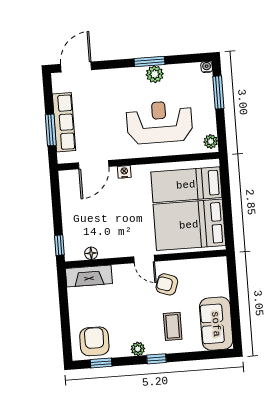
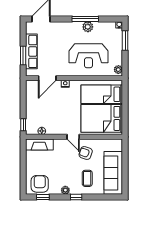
window: (149, 61) -> (85, 19), width x1.44
reception desk: (159, 122) -> (88, 56), turned 180
sofa: (216, 324) -> (113, 173), width x1.36

